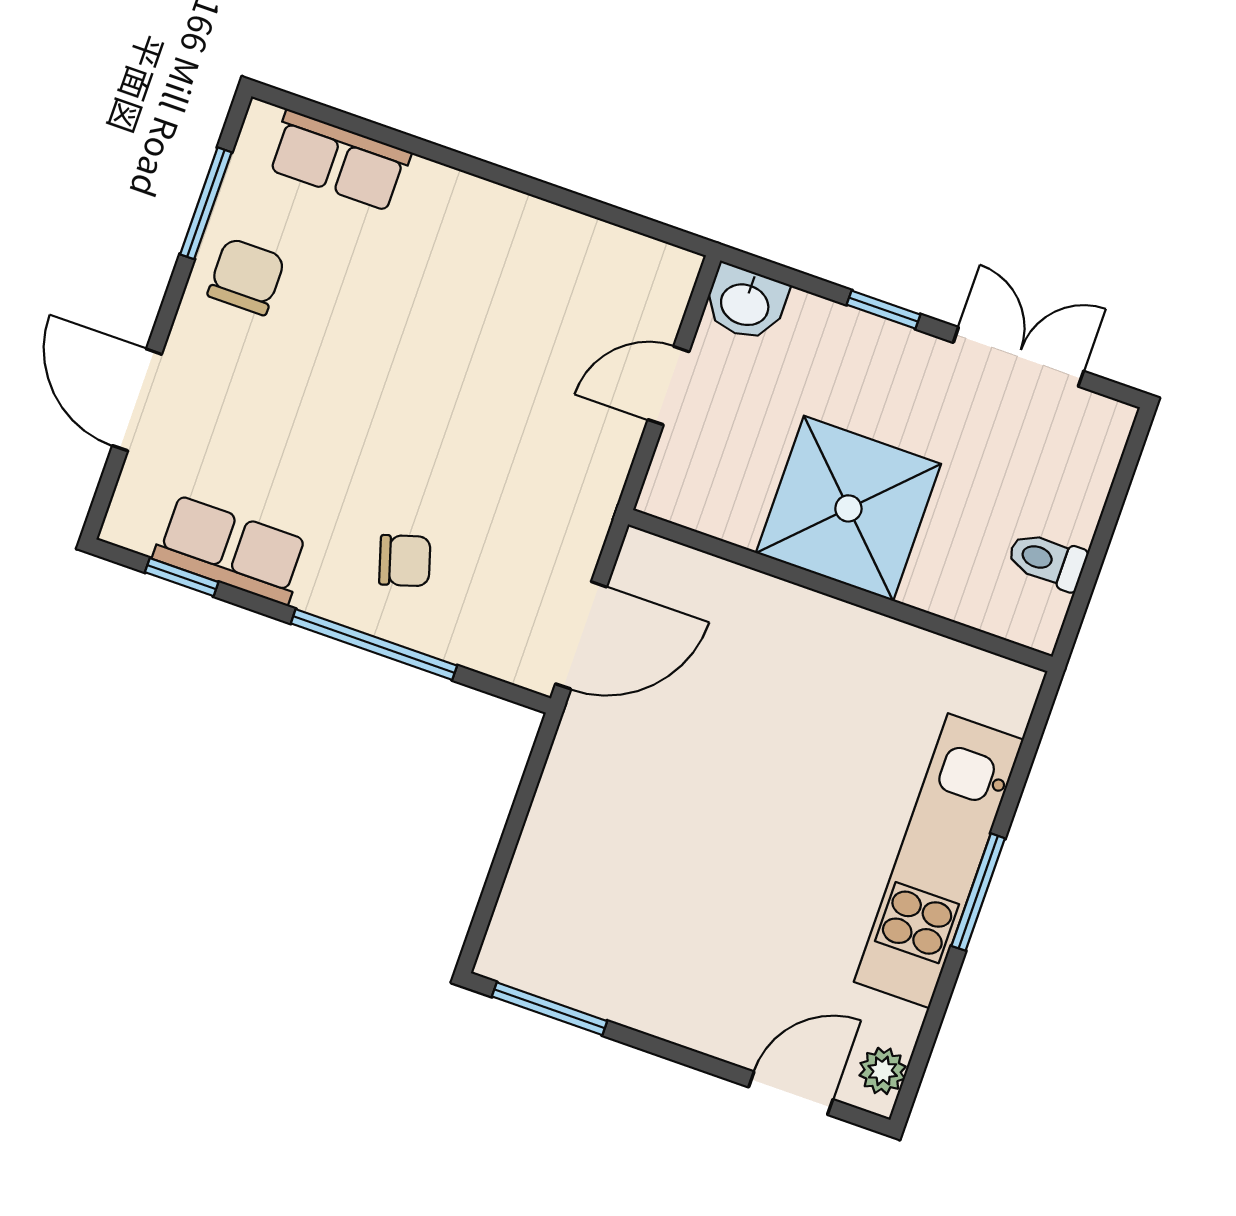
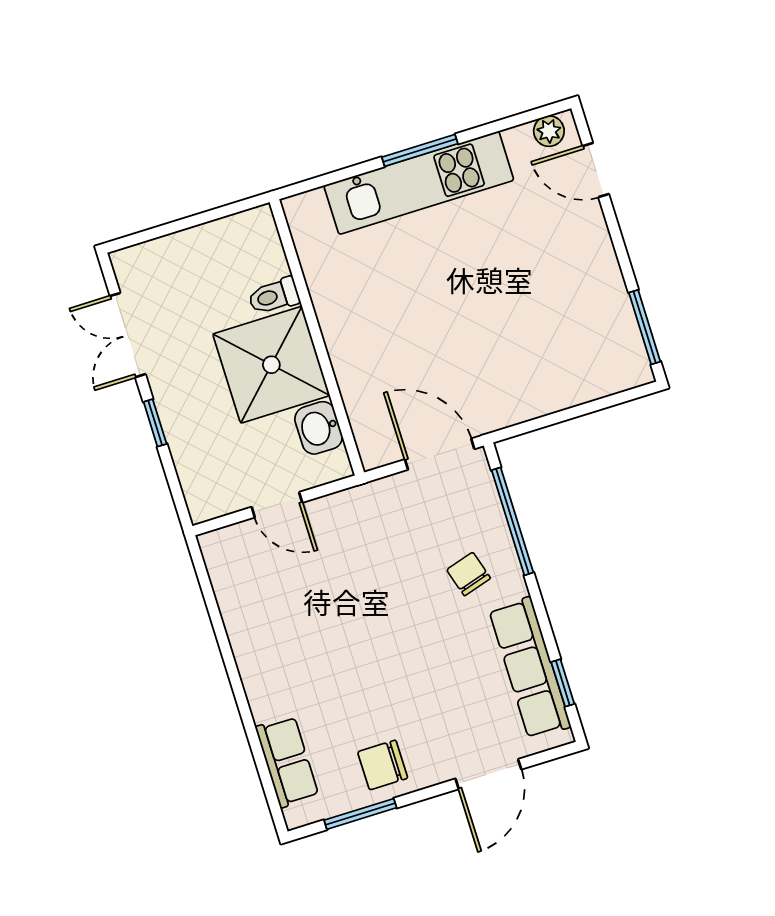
washbasin: (745, 303) -> (319, 428), moved, turned 180
row of seats: (231, 550) -> (530, 668), width x1.48
toilet: (1047, 560) -> (274, 296), moved, turned 90
window: (374, 644) -> (512, 521), moved

